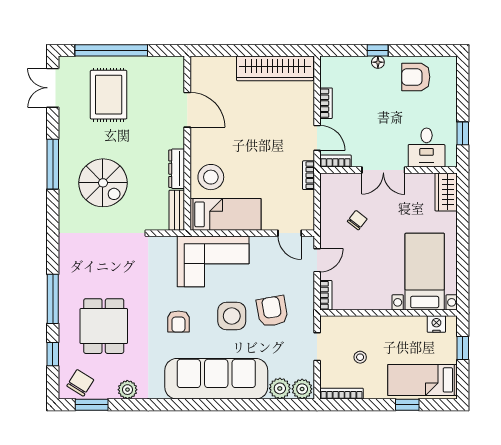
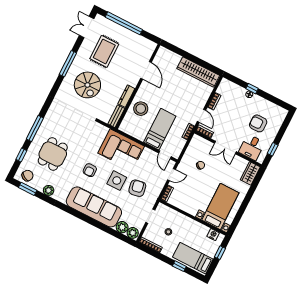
armchair: (416, 77) -> (258, 123), moved
rug: (109, 95) -> (104, 51), moved
bed: (225, 214) -> (160, 129), moved, turned -90

